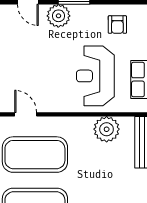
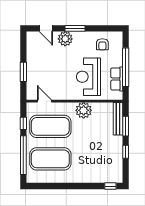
plant: (107, 129) -> (84, 110), moved

